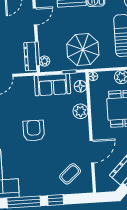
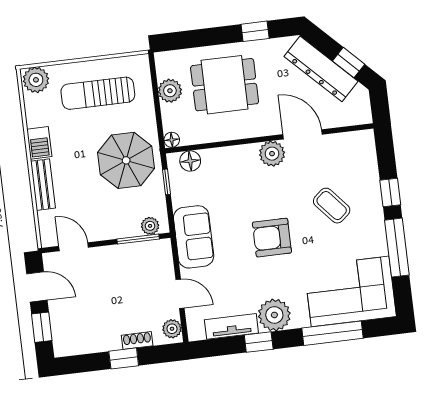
dresser: (30, 56) -> (143, 251), removed
sofa: (52, 85) -> (194, 237), moved
plant: (80, 111) -> (272, 154), moved
coffee table: (70, 174) -> (332, 206), moved

